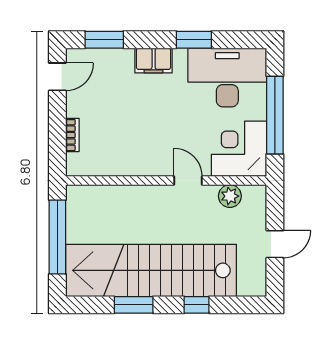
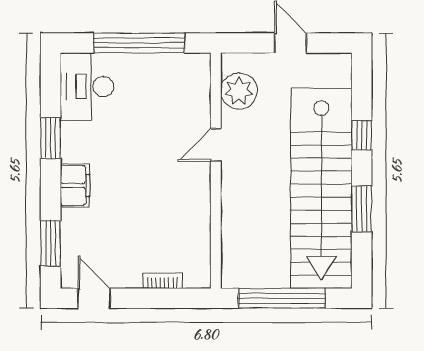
desk: (227, 77) -> (87, 87), width x0.73, depth x0.77
corner desk: (239, 149) -> (179, 85), removed
plant: (230, 196) -> (239, 91), width x1.36, depth x1.36

